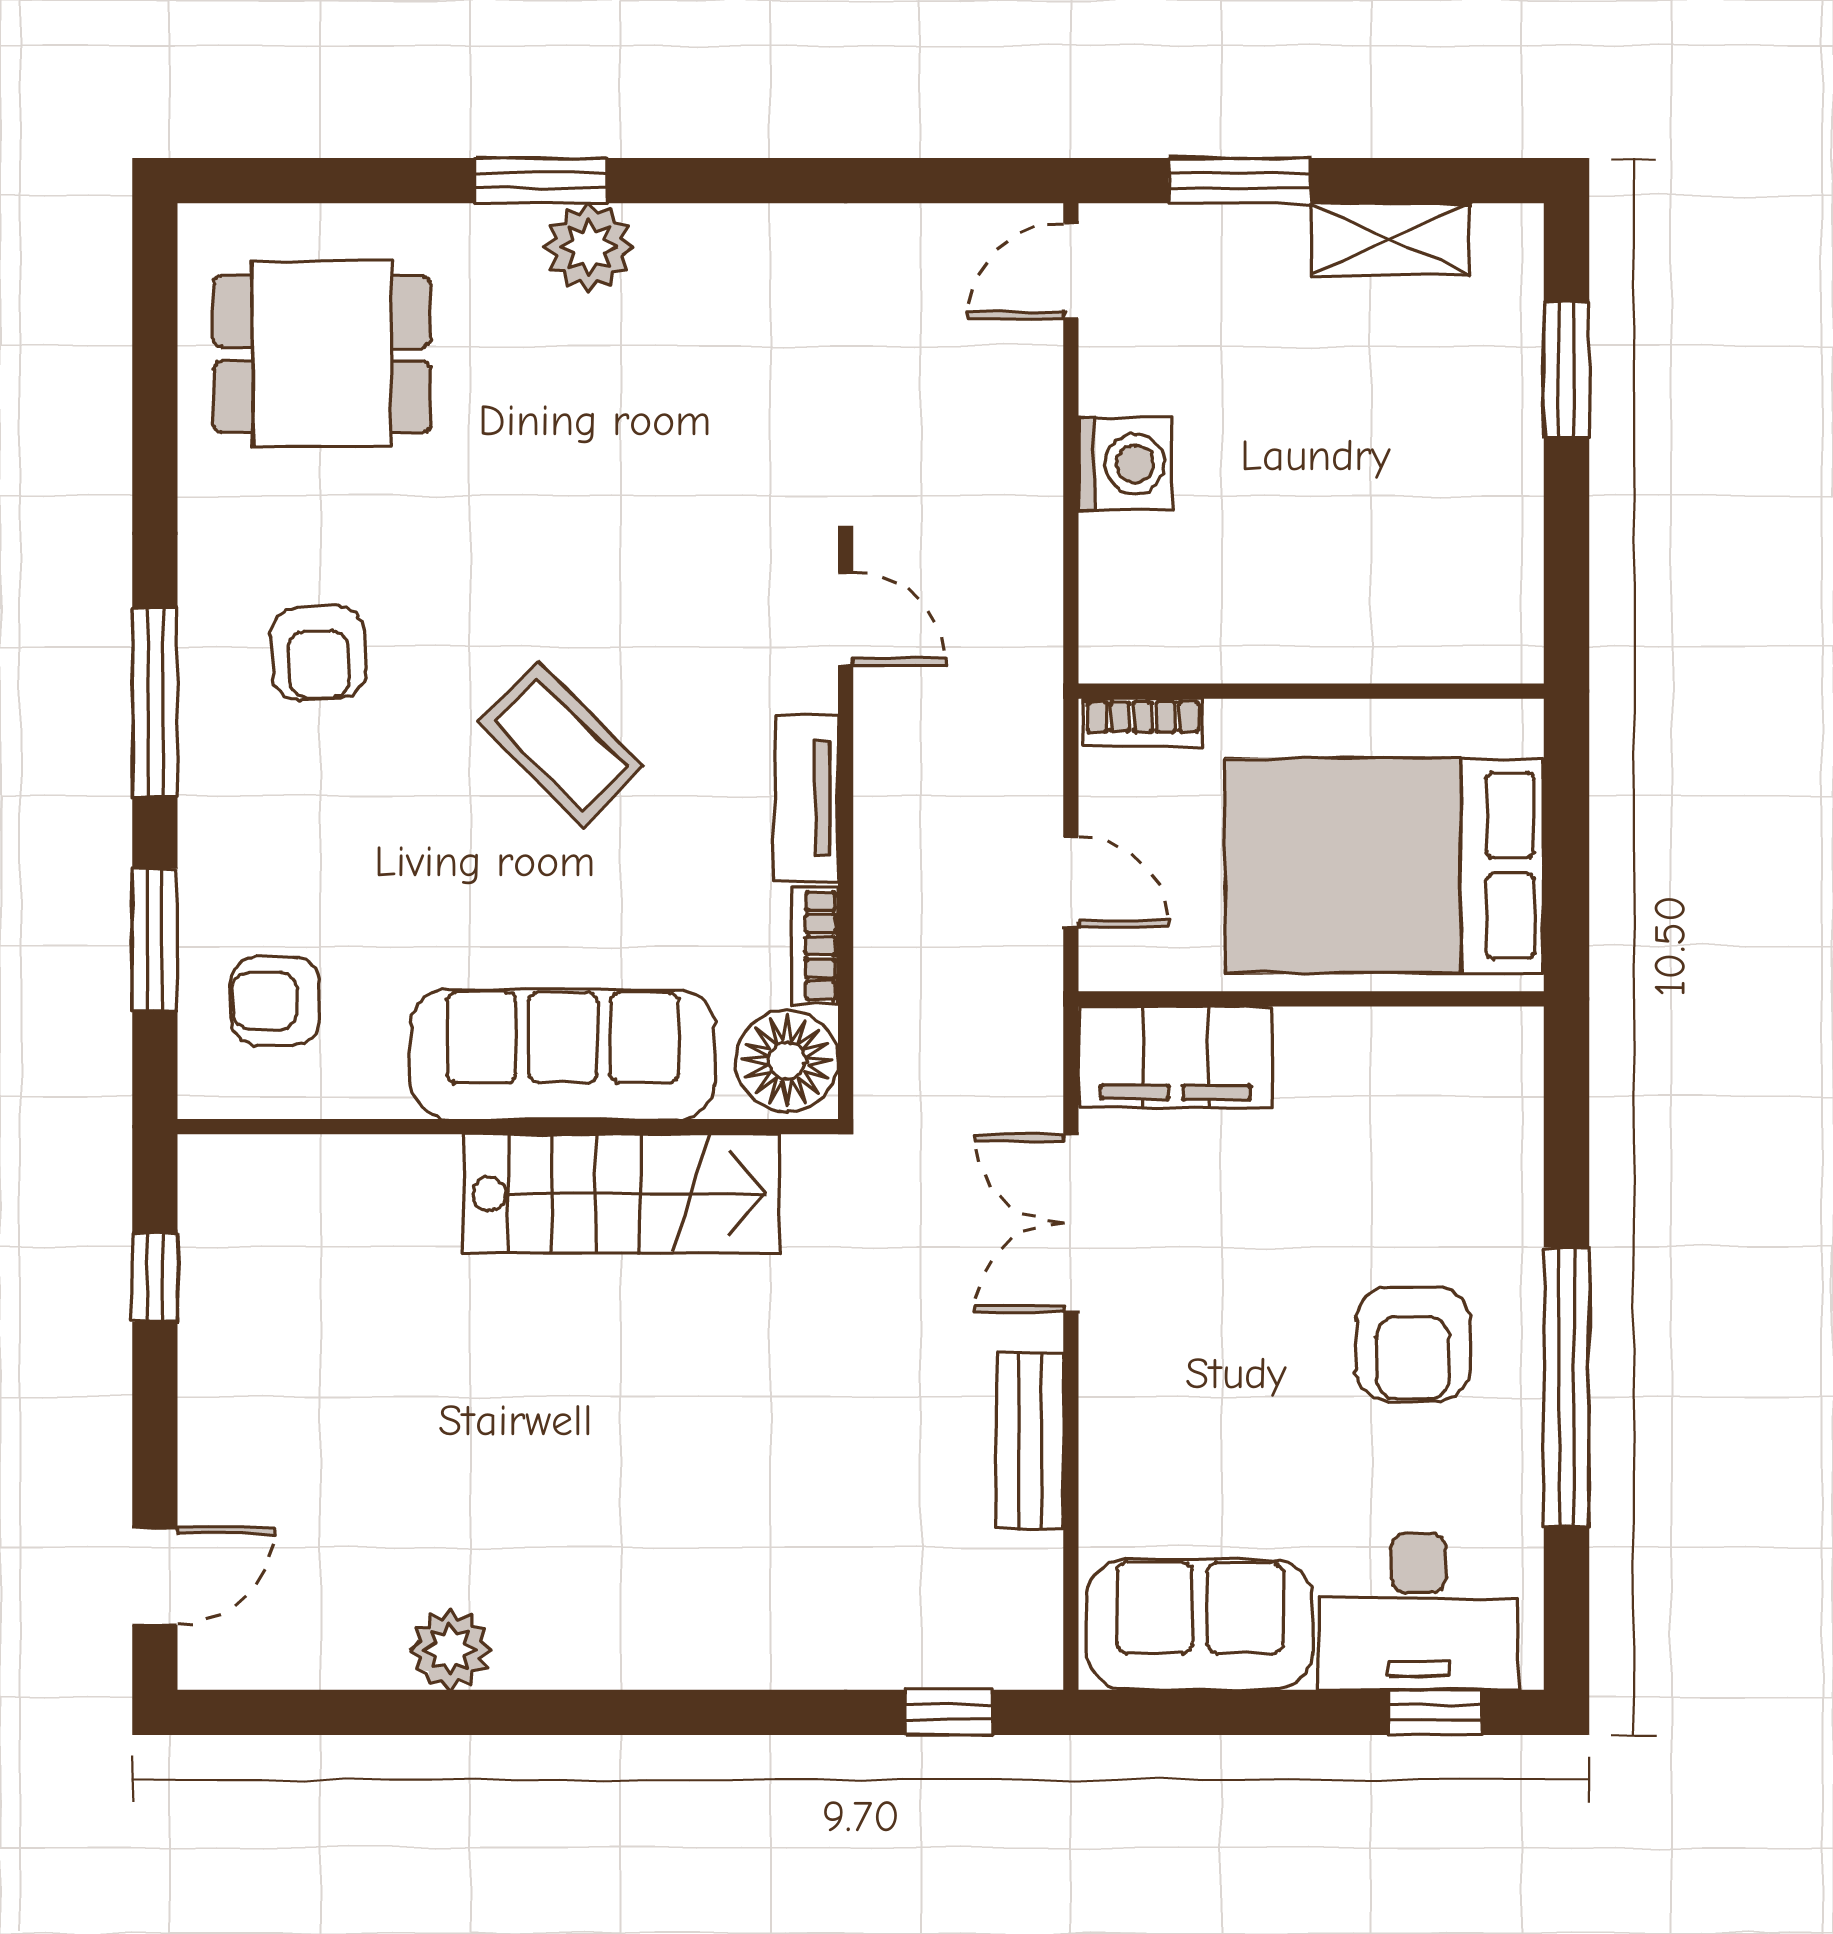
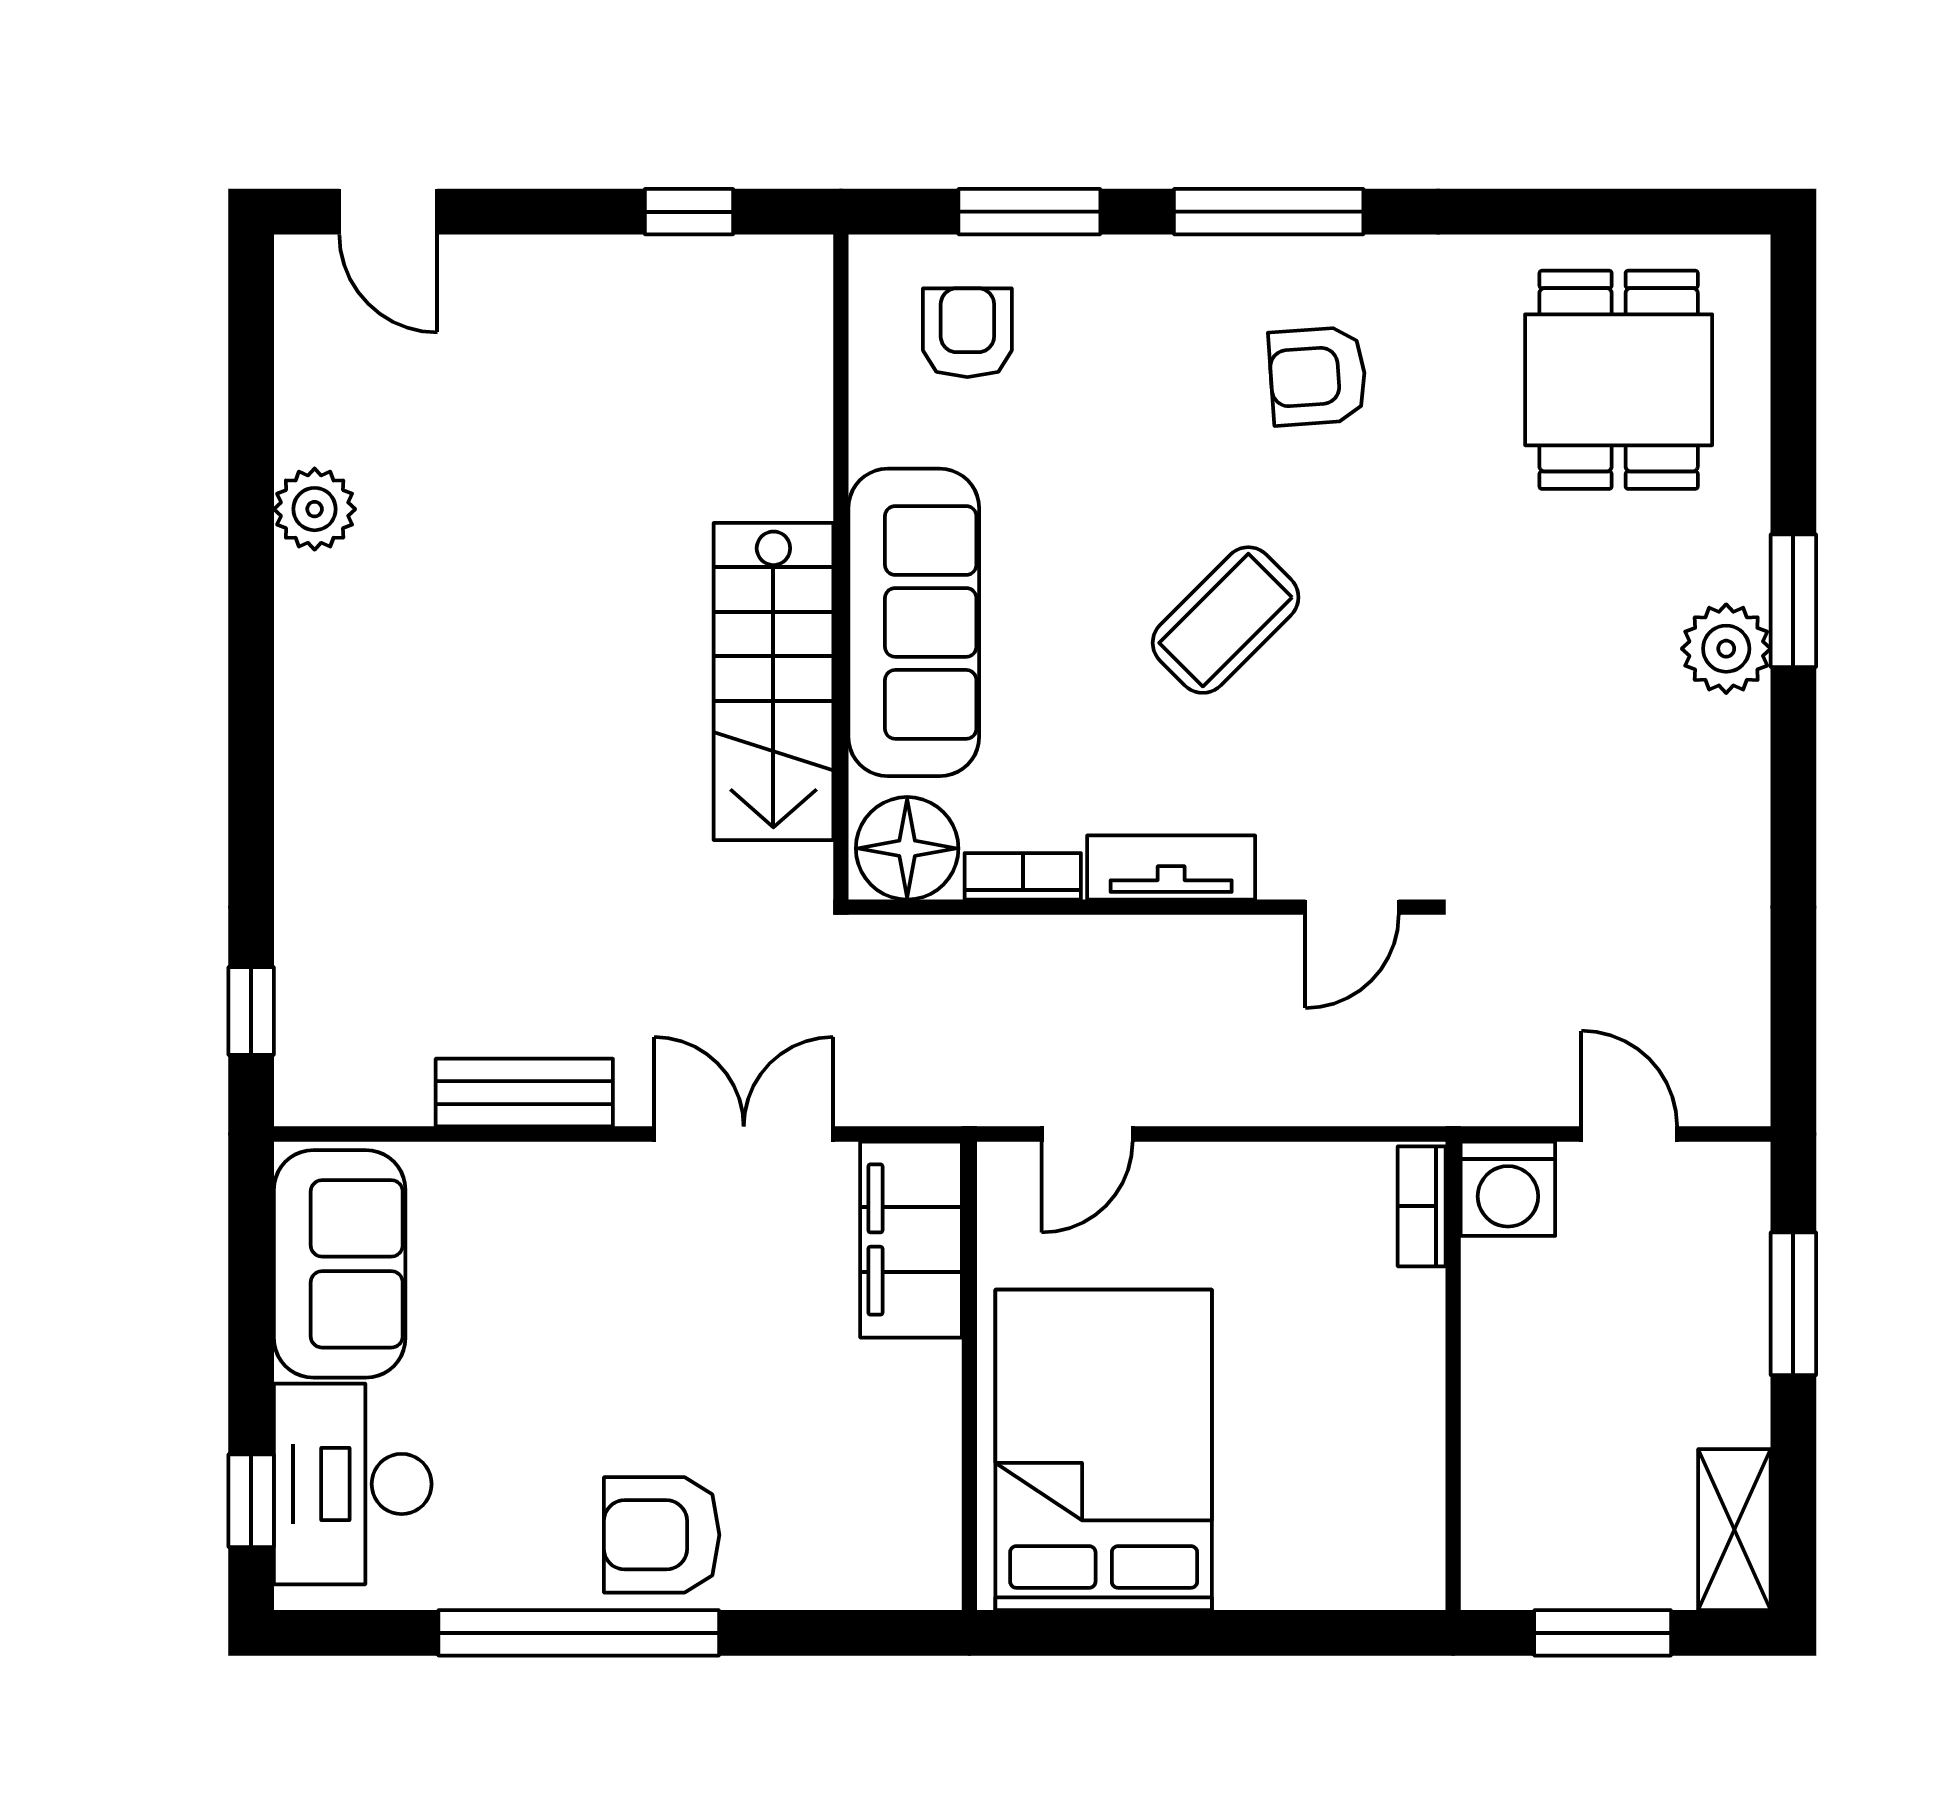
shelving: (1391, 239) -> (1734, 1530), moved
door: (1071, 271) -> (1629, 1134), moved
wall: (1311, 691) -> (1453, 1376), moved
bookcase: (1143, 722) -> (1422, 1206), moved
armchair: (1413, 1344) -> (662, 1535), moved

